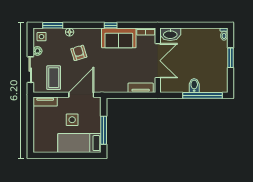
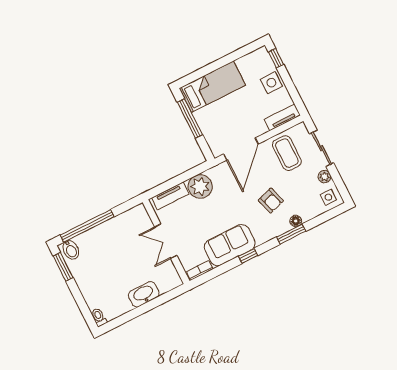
window: (53, 25) -> (291, 234), moved
washbasin: (170, 34) -> (144, 294), moved
window: (231, 58) -> (63, 267), moved
double door: (158, 61) -> (166, 241), width x0.73
plant: (119, 84) -> (200, 187), added
bidet: (194, 85) -> (71, 250), moved
side table: (72, 120) -> (271, 83), moved
window: (30, 141) -> (276, 58), added

